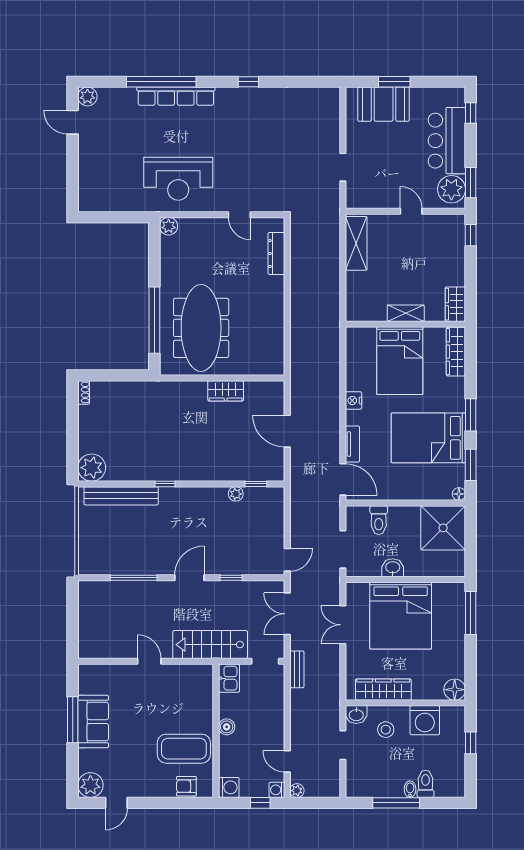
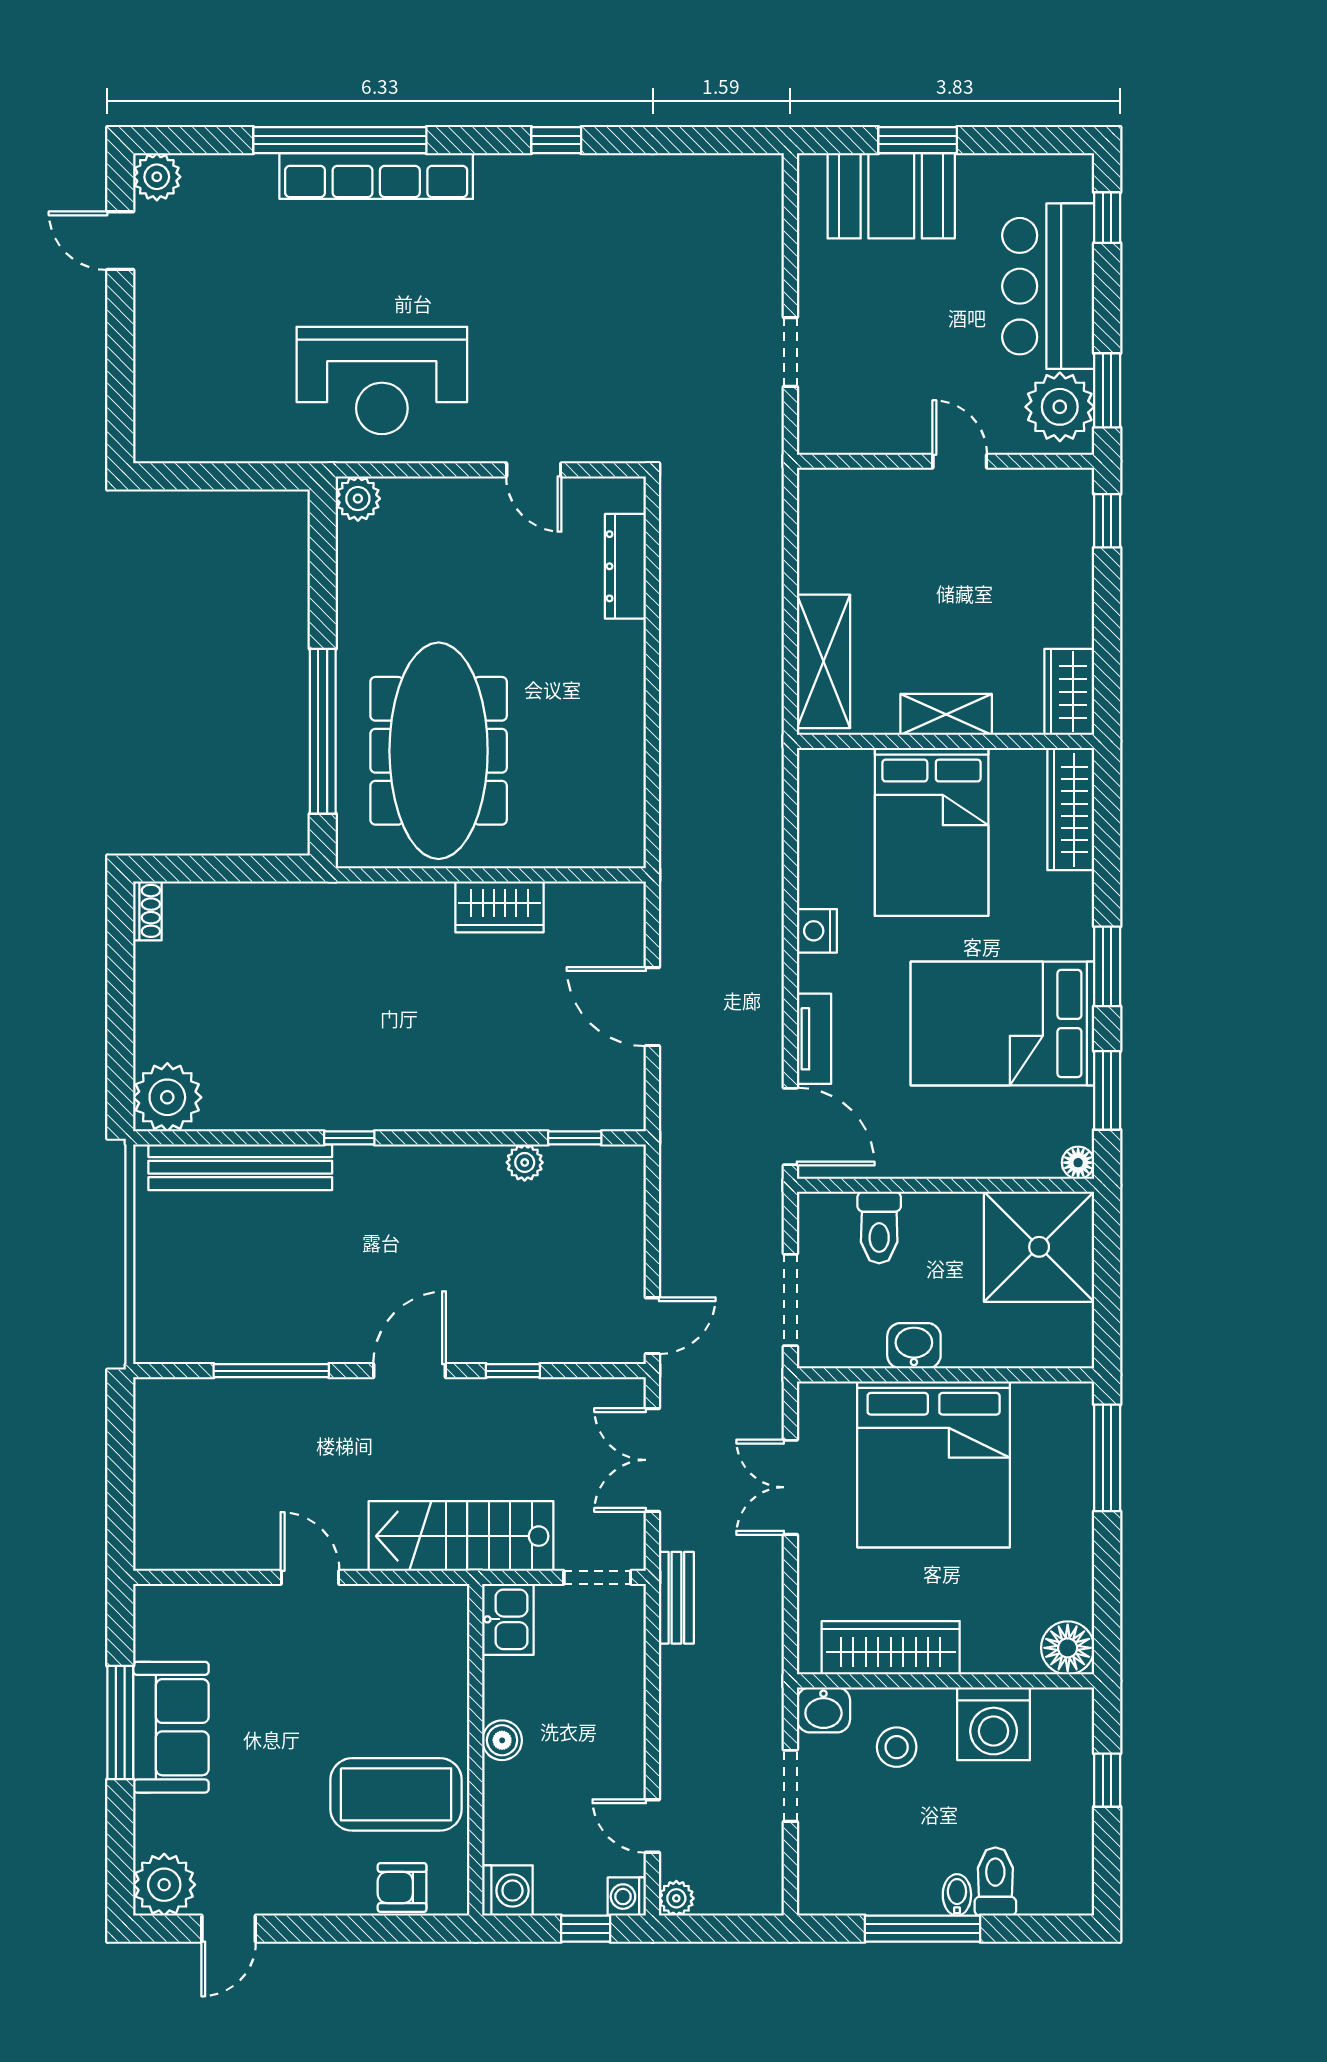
shelving: (356, 243) -> (823, 661), moved

